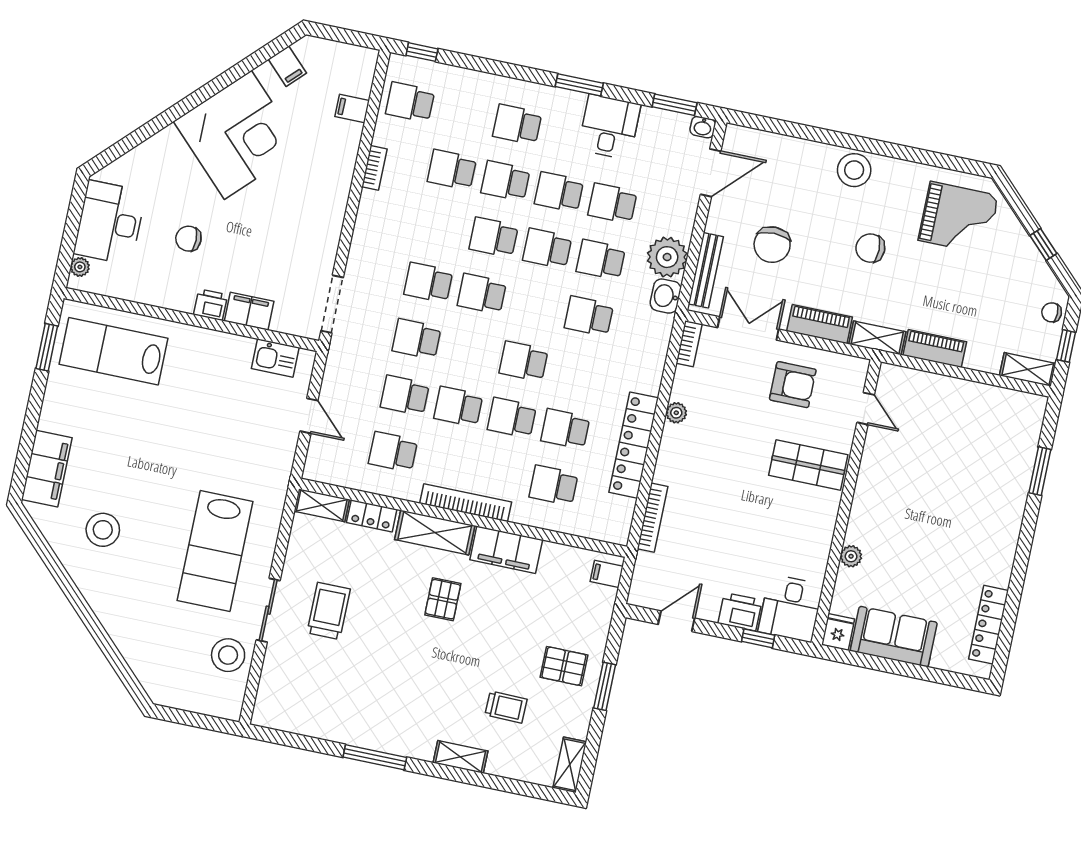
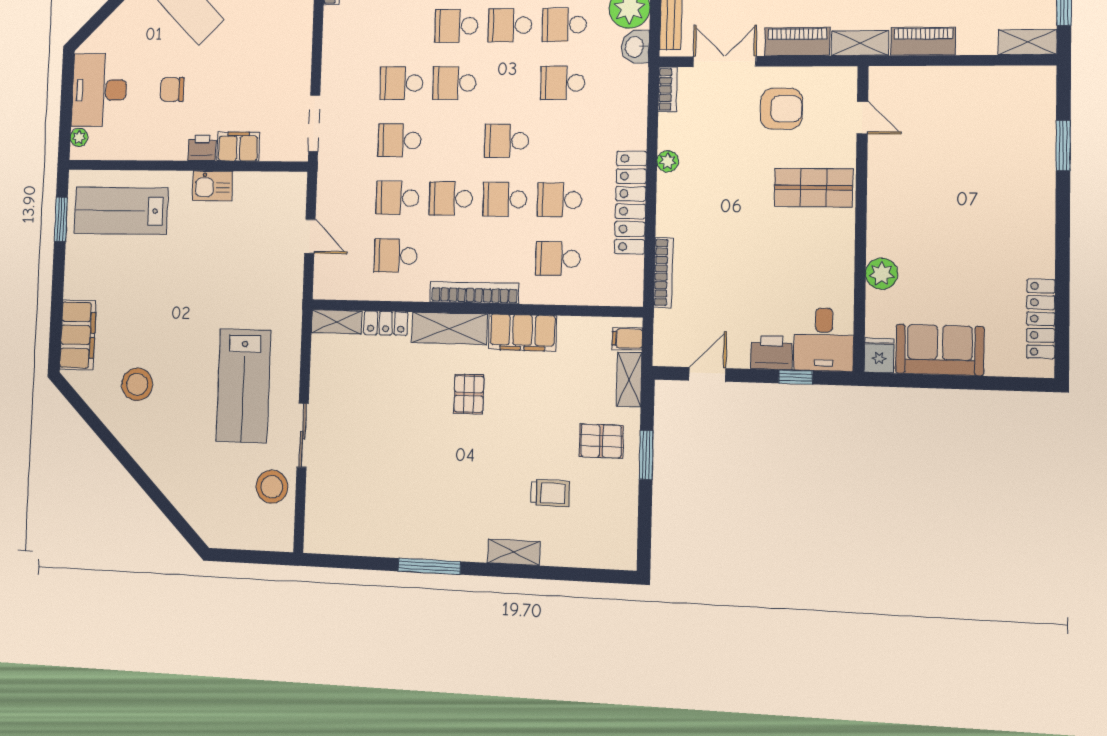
kitchen sink: (275, 358) -> (212, 186), moved
plant: (851, 556) -> (882, 274), width x1.38, depth x1.38
trolley: (329, 611) -> (360, 426), removed
shelving: (570, 765) -> (629, 379), moved

